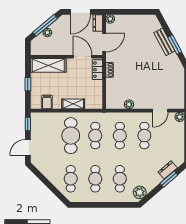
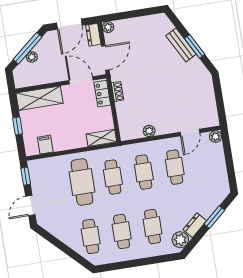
shelving: (73, 104) -> (101, 138), moved
dresser: (168, 170) -> (195, 225), moved

